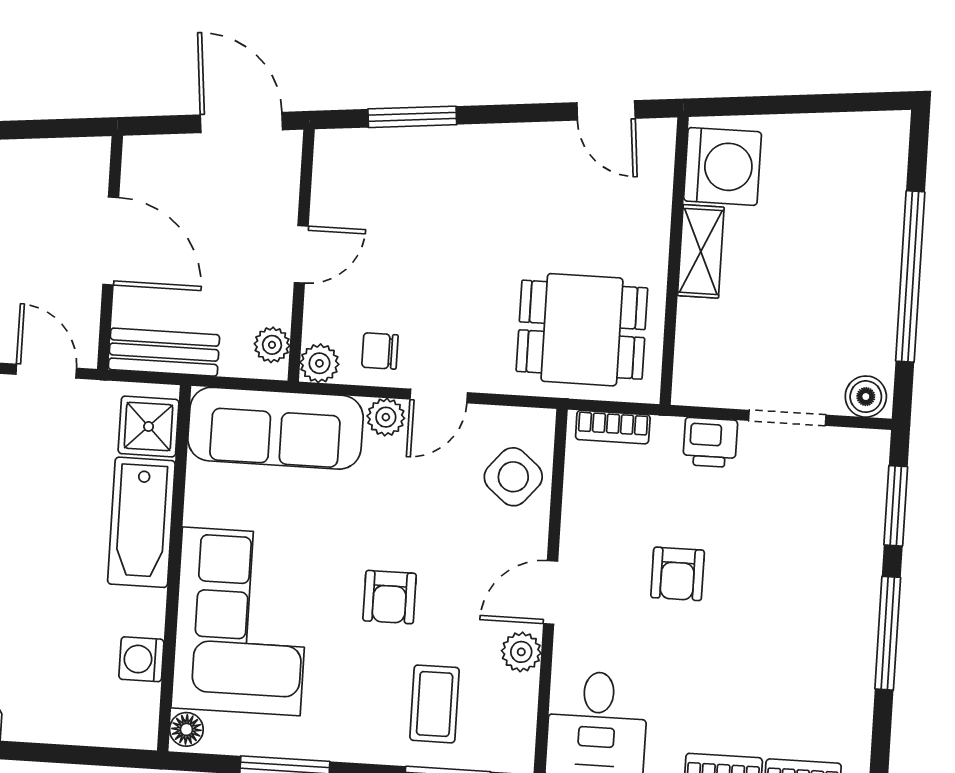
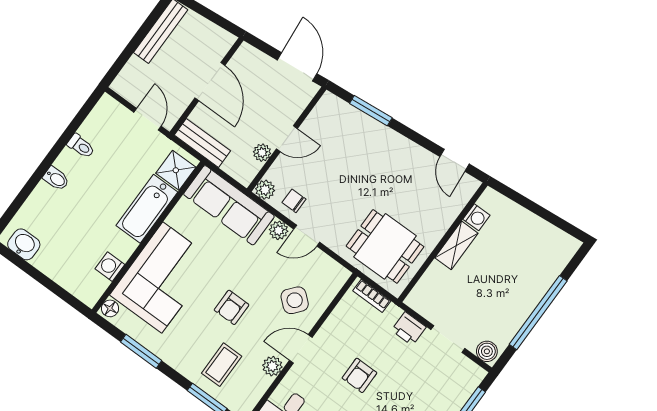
washing machine: (723, 166) -> (476, 217), width x0.53, depth x0.53
plant: (272, 345) -> (262, 153), moved
side table: (513, 477) -> (295, 300), moved

